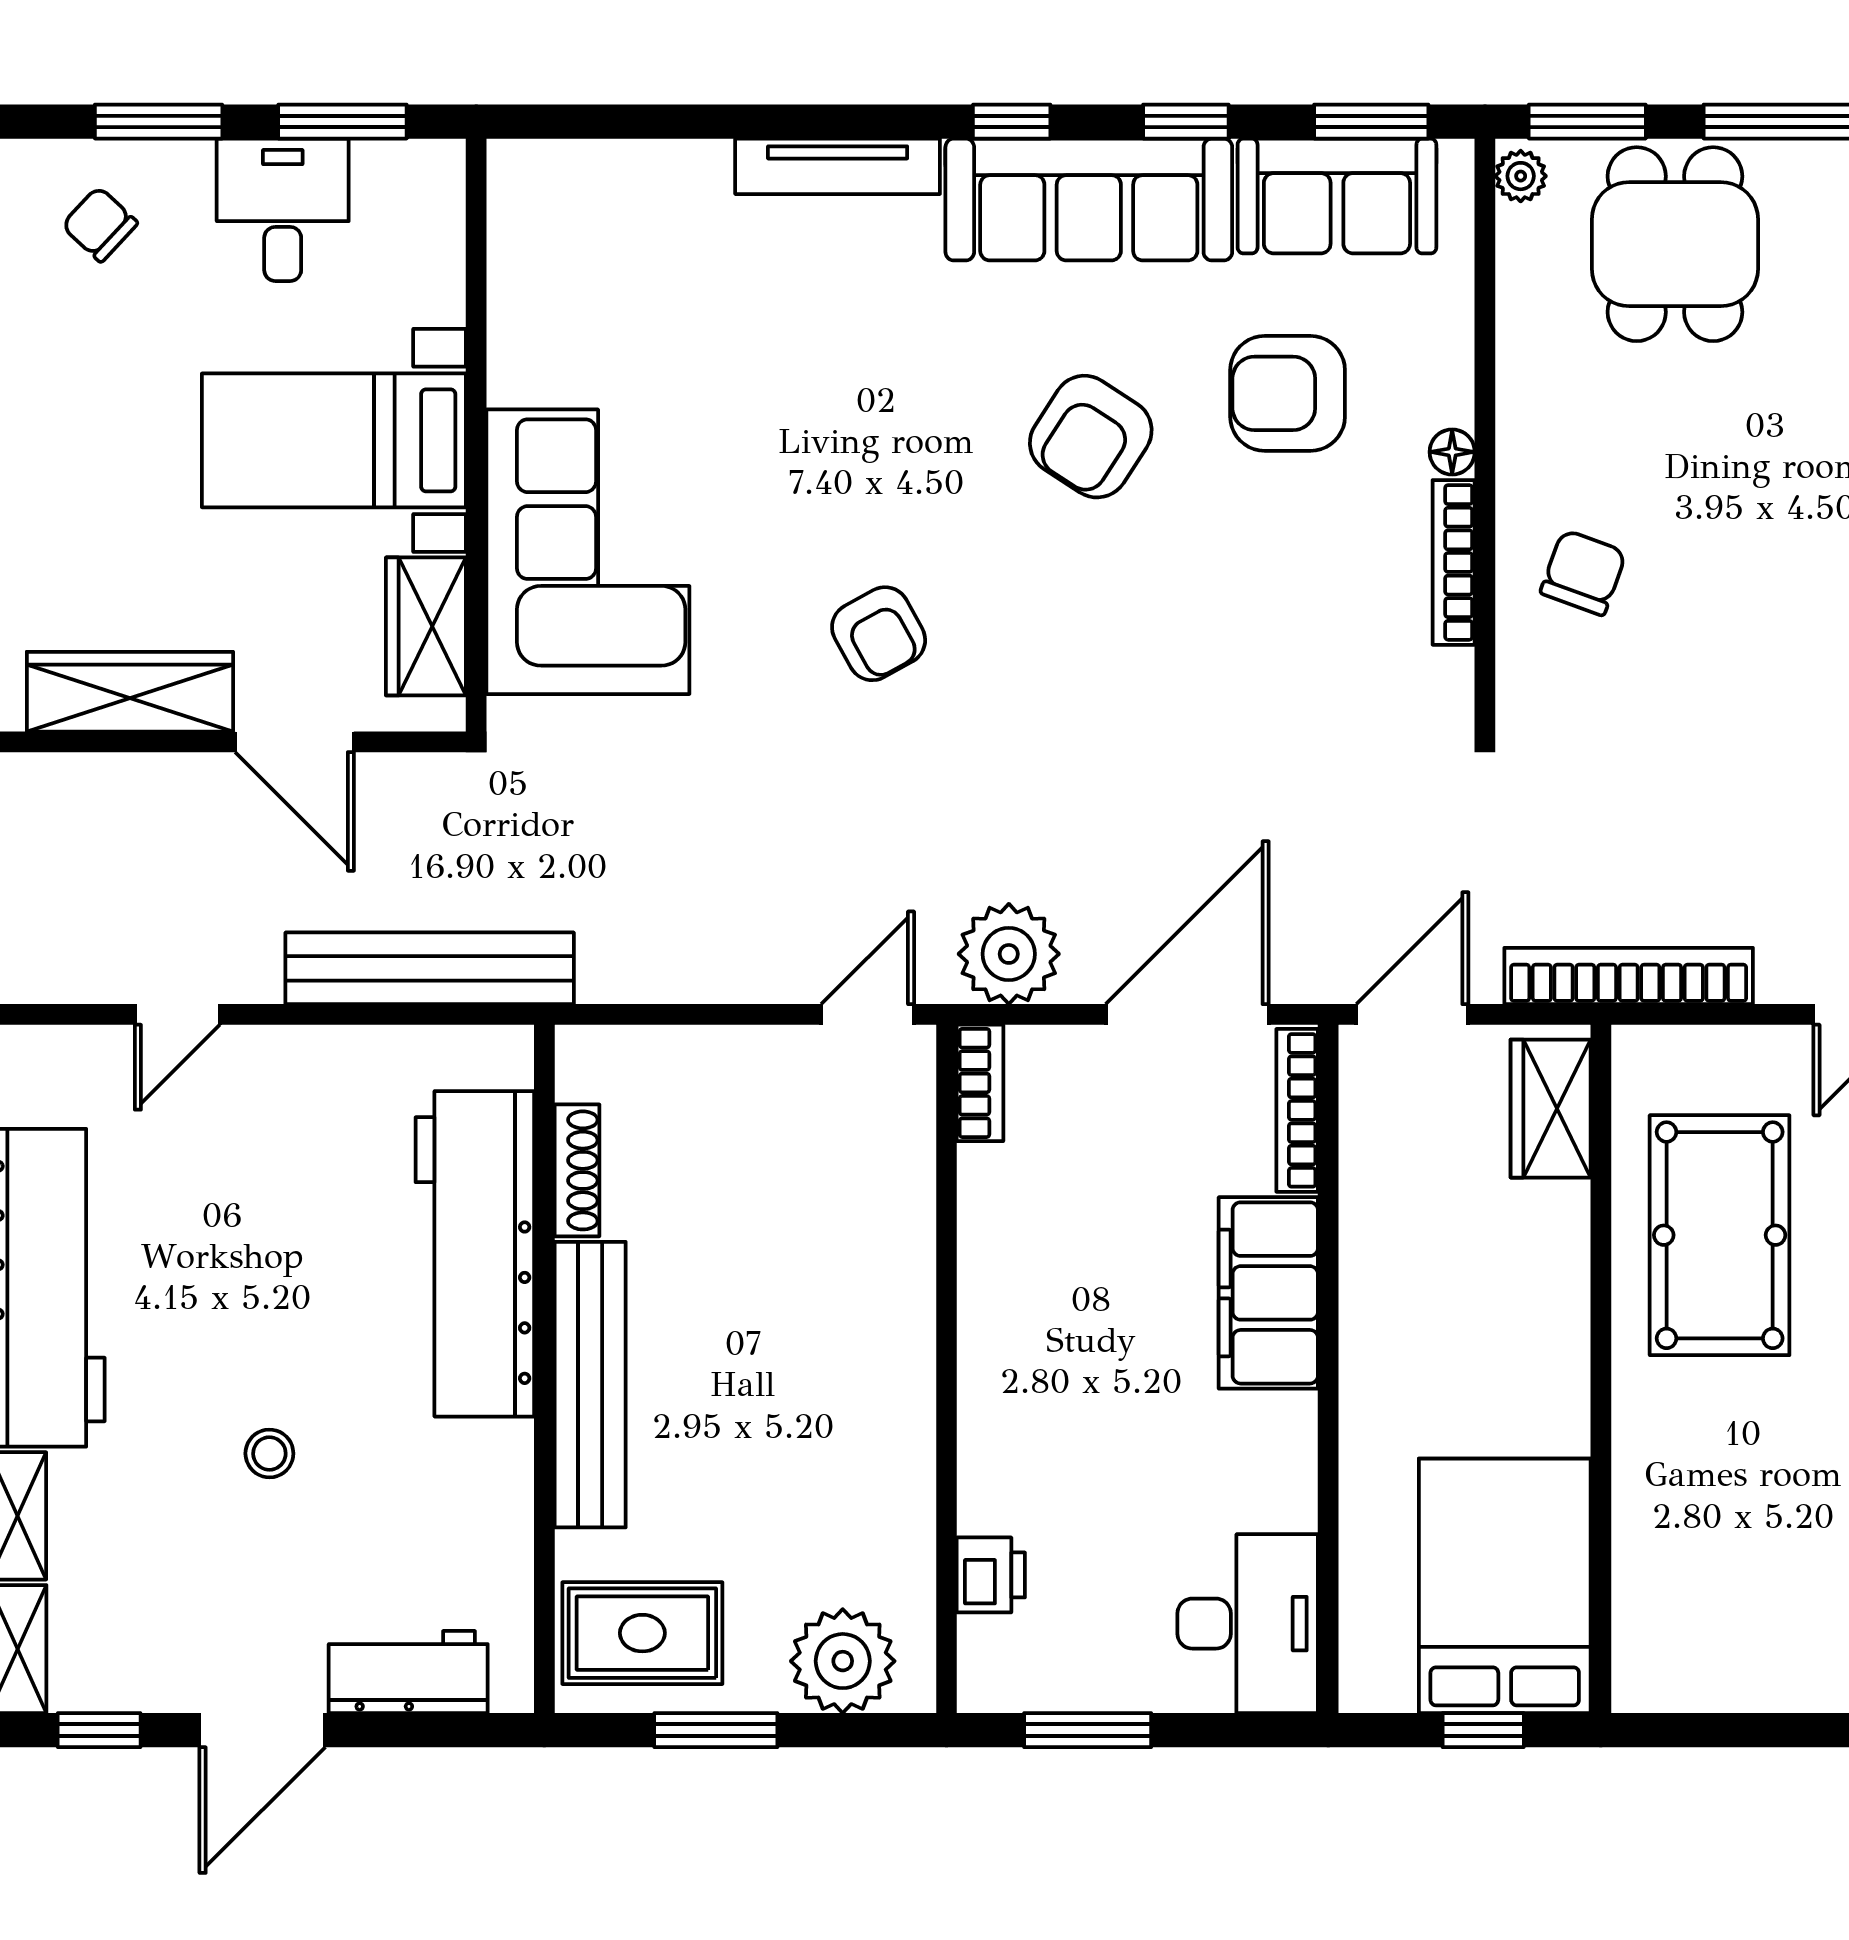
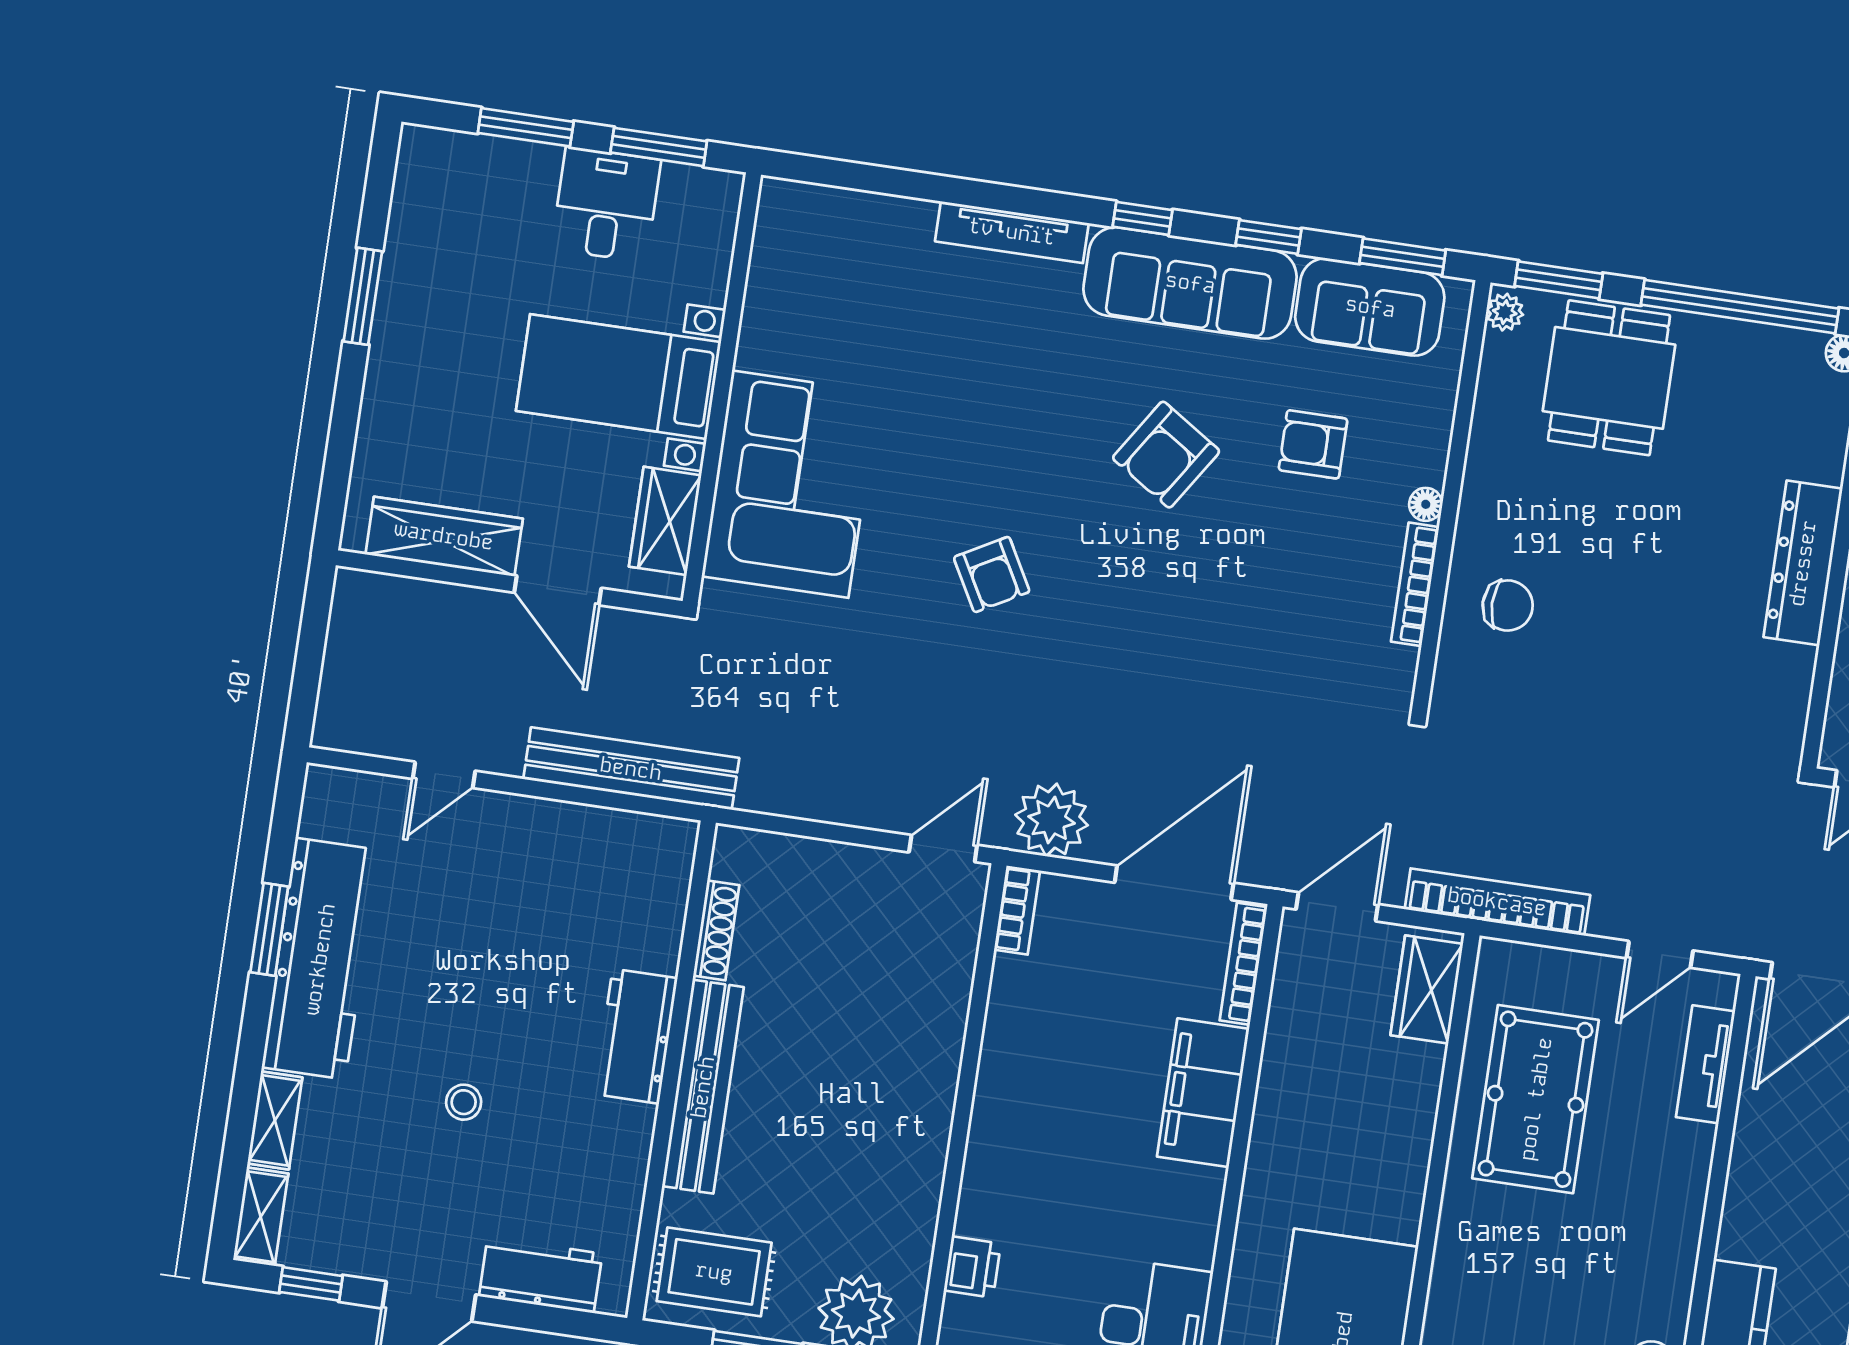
chair: (100, 224) -> (472, 195), removed
armchair: (1288, 393) -> (1313, 444), width x0.72, depth x0.72
chair: (1583, 573) -> (1508, 605), turned 70
workbench: (475, 1254) -> (636, 1036), width x0.53, depth x0.76

